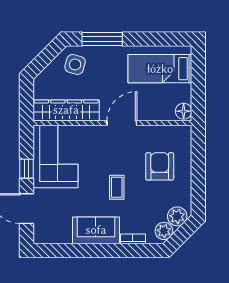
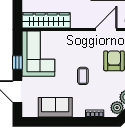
door: (122, 123) -> (106, 29), moved
sofa: (96, 230) -> (55, 107), moved

